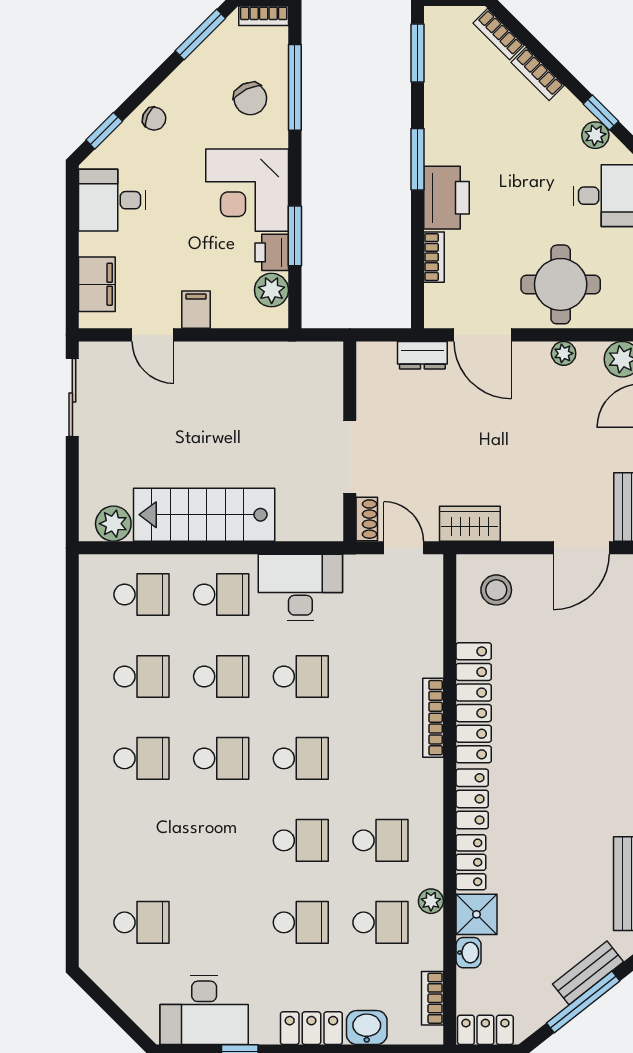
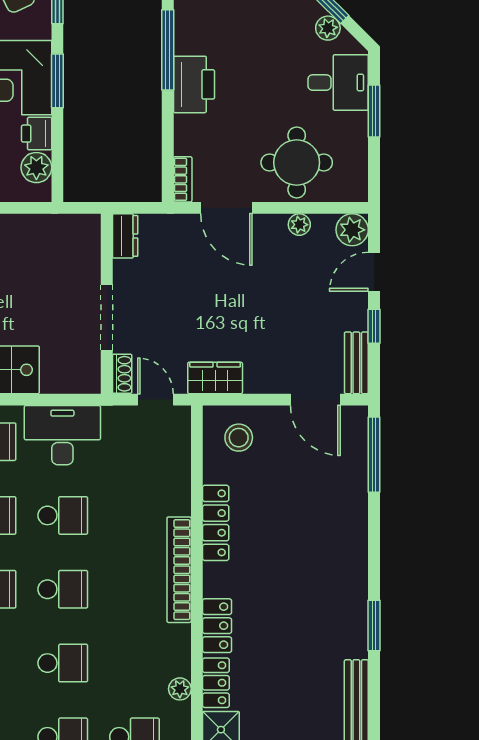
window: (417, 159) -> (168, 50), width x1.44
window: (295, 236) -> (57, 81), moved
bookcase: (434, 257) -> (183, 179), moved
dresser: (422, 355) -> (125, 236), moved, turned -90
door: (581, 548) -> (315, 400), hinge flipped
locker: (474, 703) -> (216, 523), width x0.71, depth x0.83
bookcase: (433, 718) -> (179, 570), width x1.48, depth x1.31
school desk: (380, 840) -> (134, 663), removed
plant: (431, 901) -> (180, 689), moved

